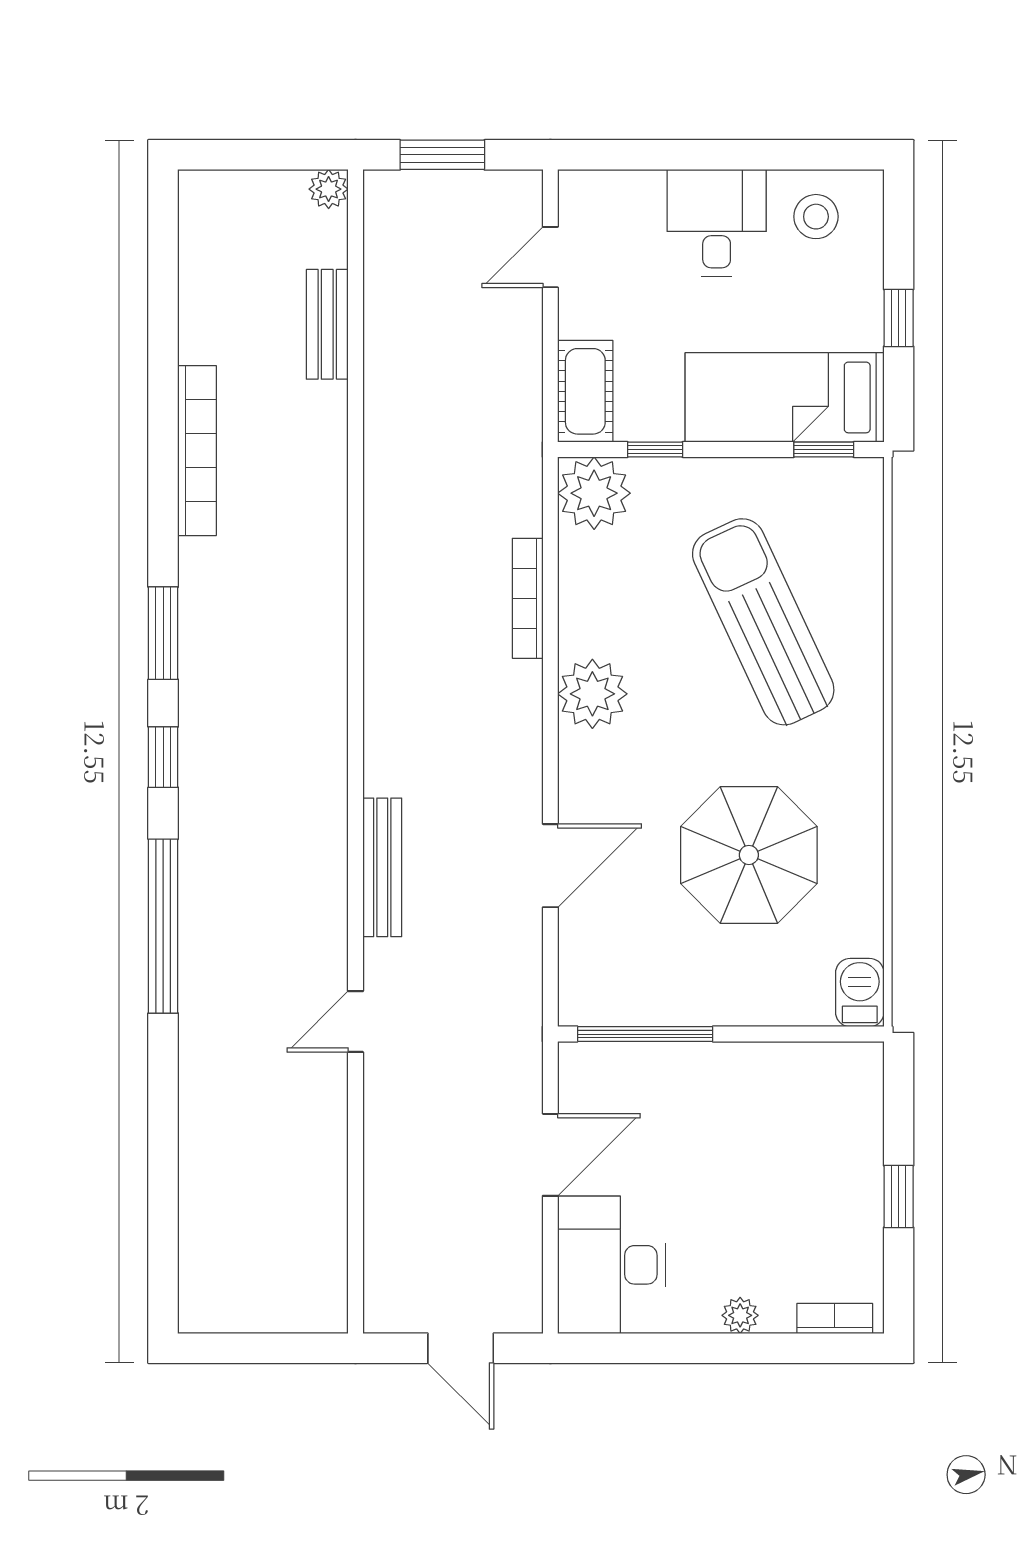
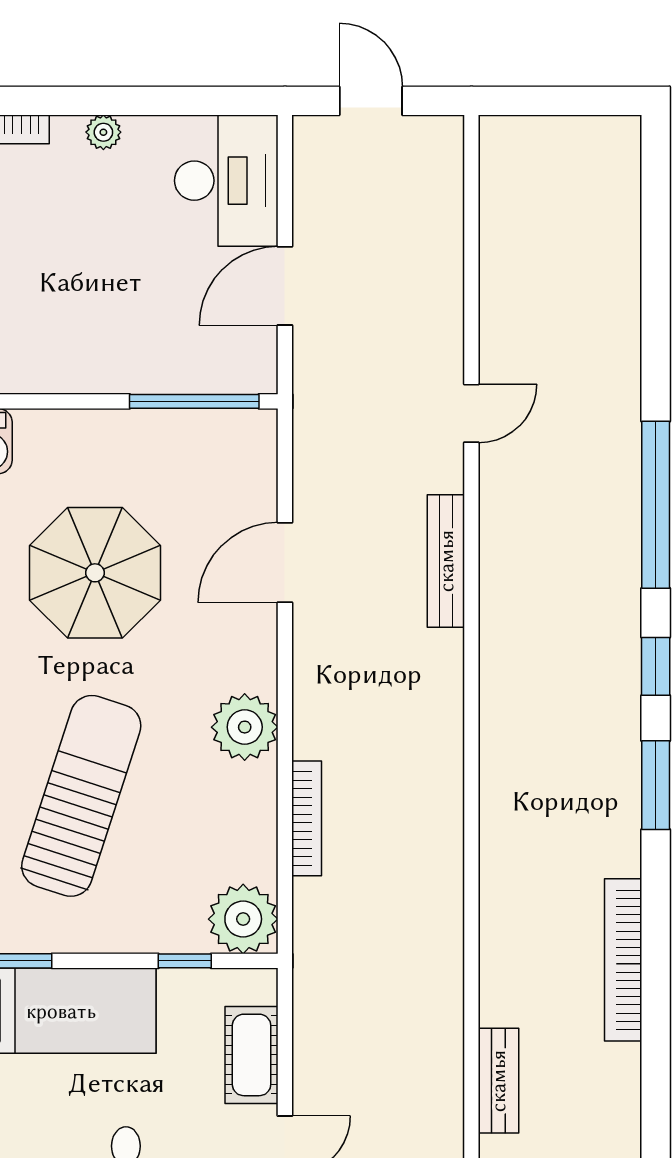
cot: (585, 391) -> (252, 1055), moved
sun lounger: (763, 622) -> (81, 796), turned -137

